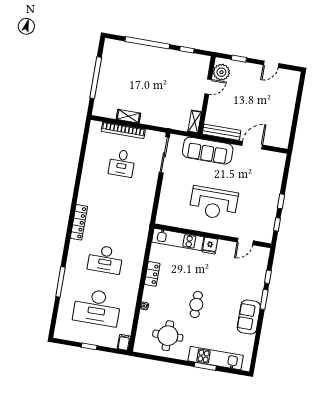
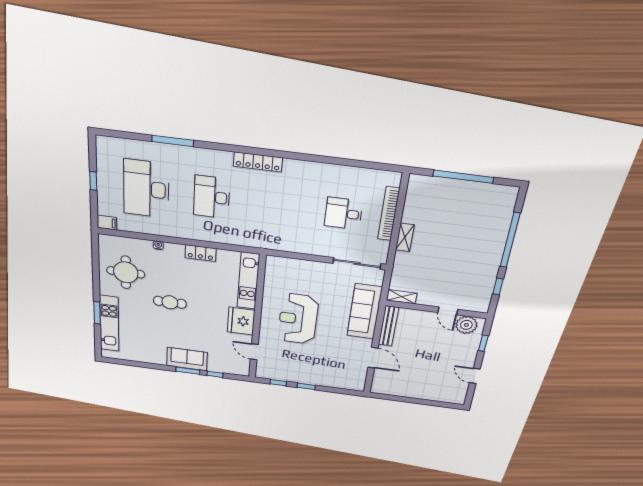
shelving: (128, 116) -> (405, 237), moved
fridge: (210, 246) -> (241, 321), width x1.88, depth x1.34
sofa: (249, 317) -> (187, 359), moved

